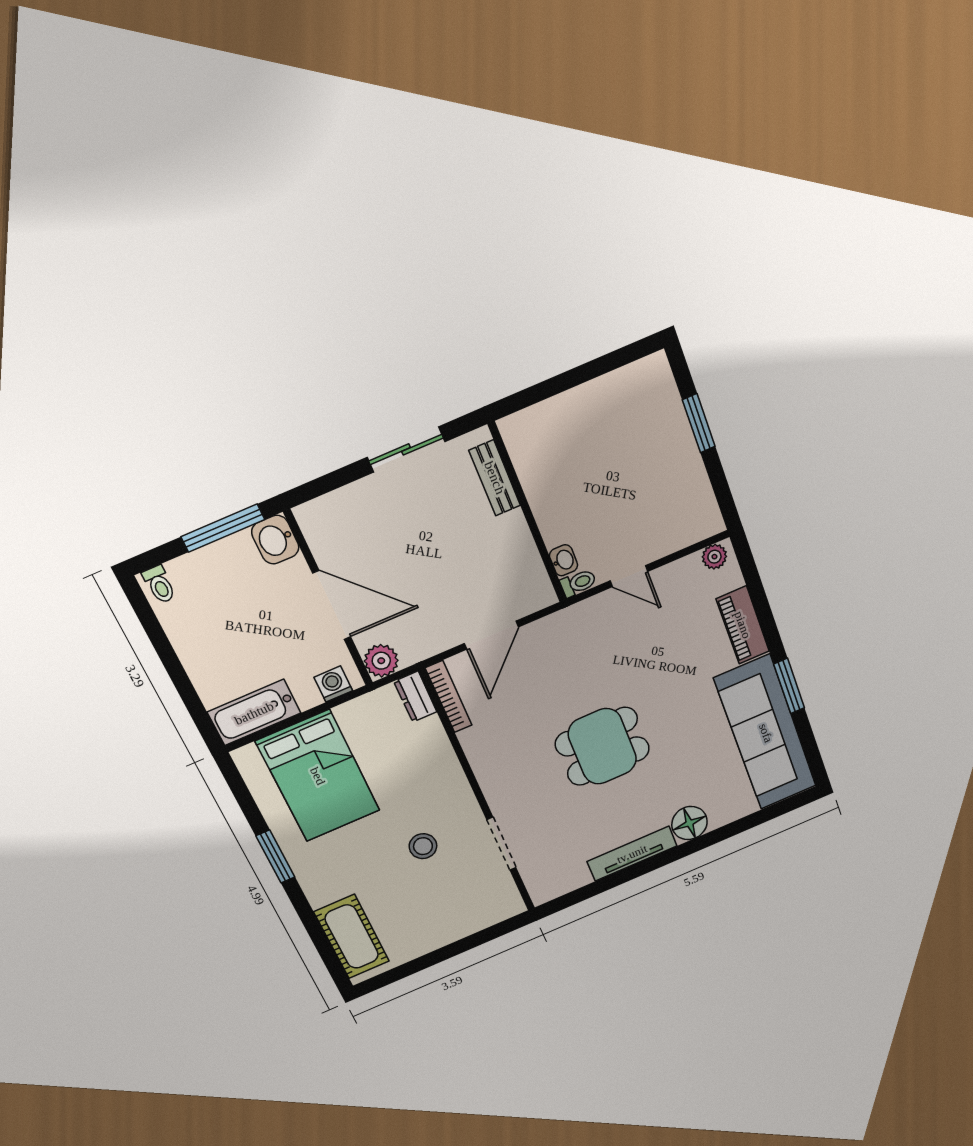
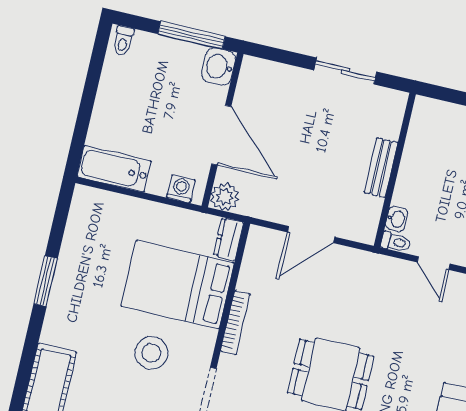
bench: (495, 478) -> (381, 168), moved
bookcase: (449, 697) -> (235, 322), moved
bed: (318, 776) -> (178, 285), moved, turned 90
stool: (423, 846) -> (151, 353), width x1.38, depth x1.38

